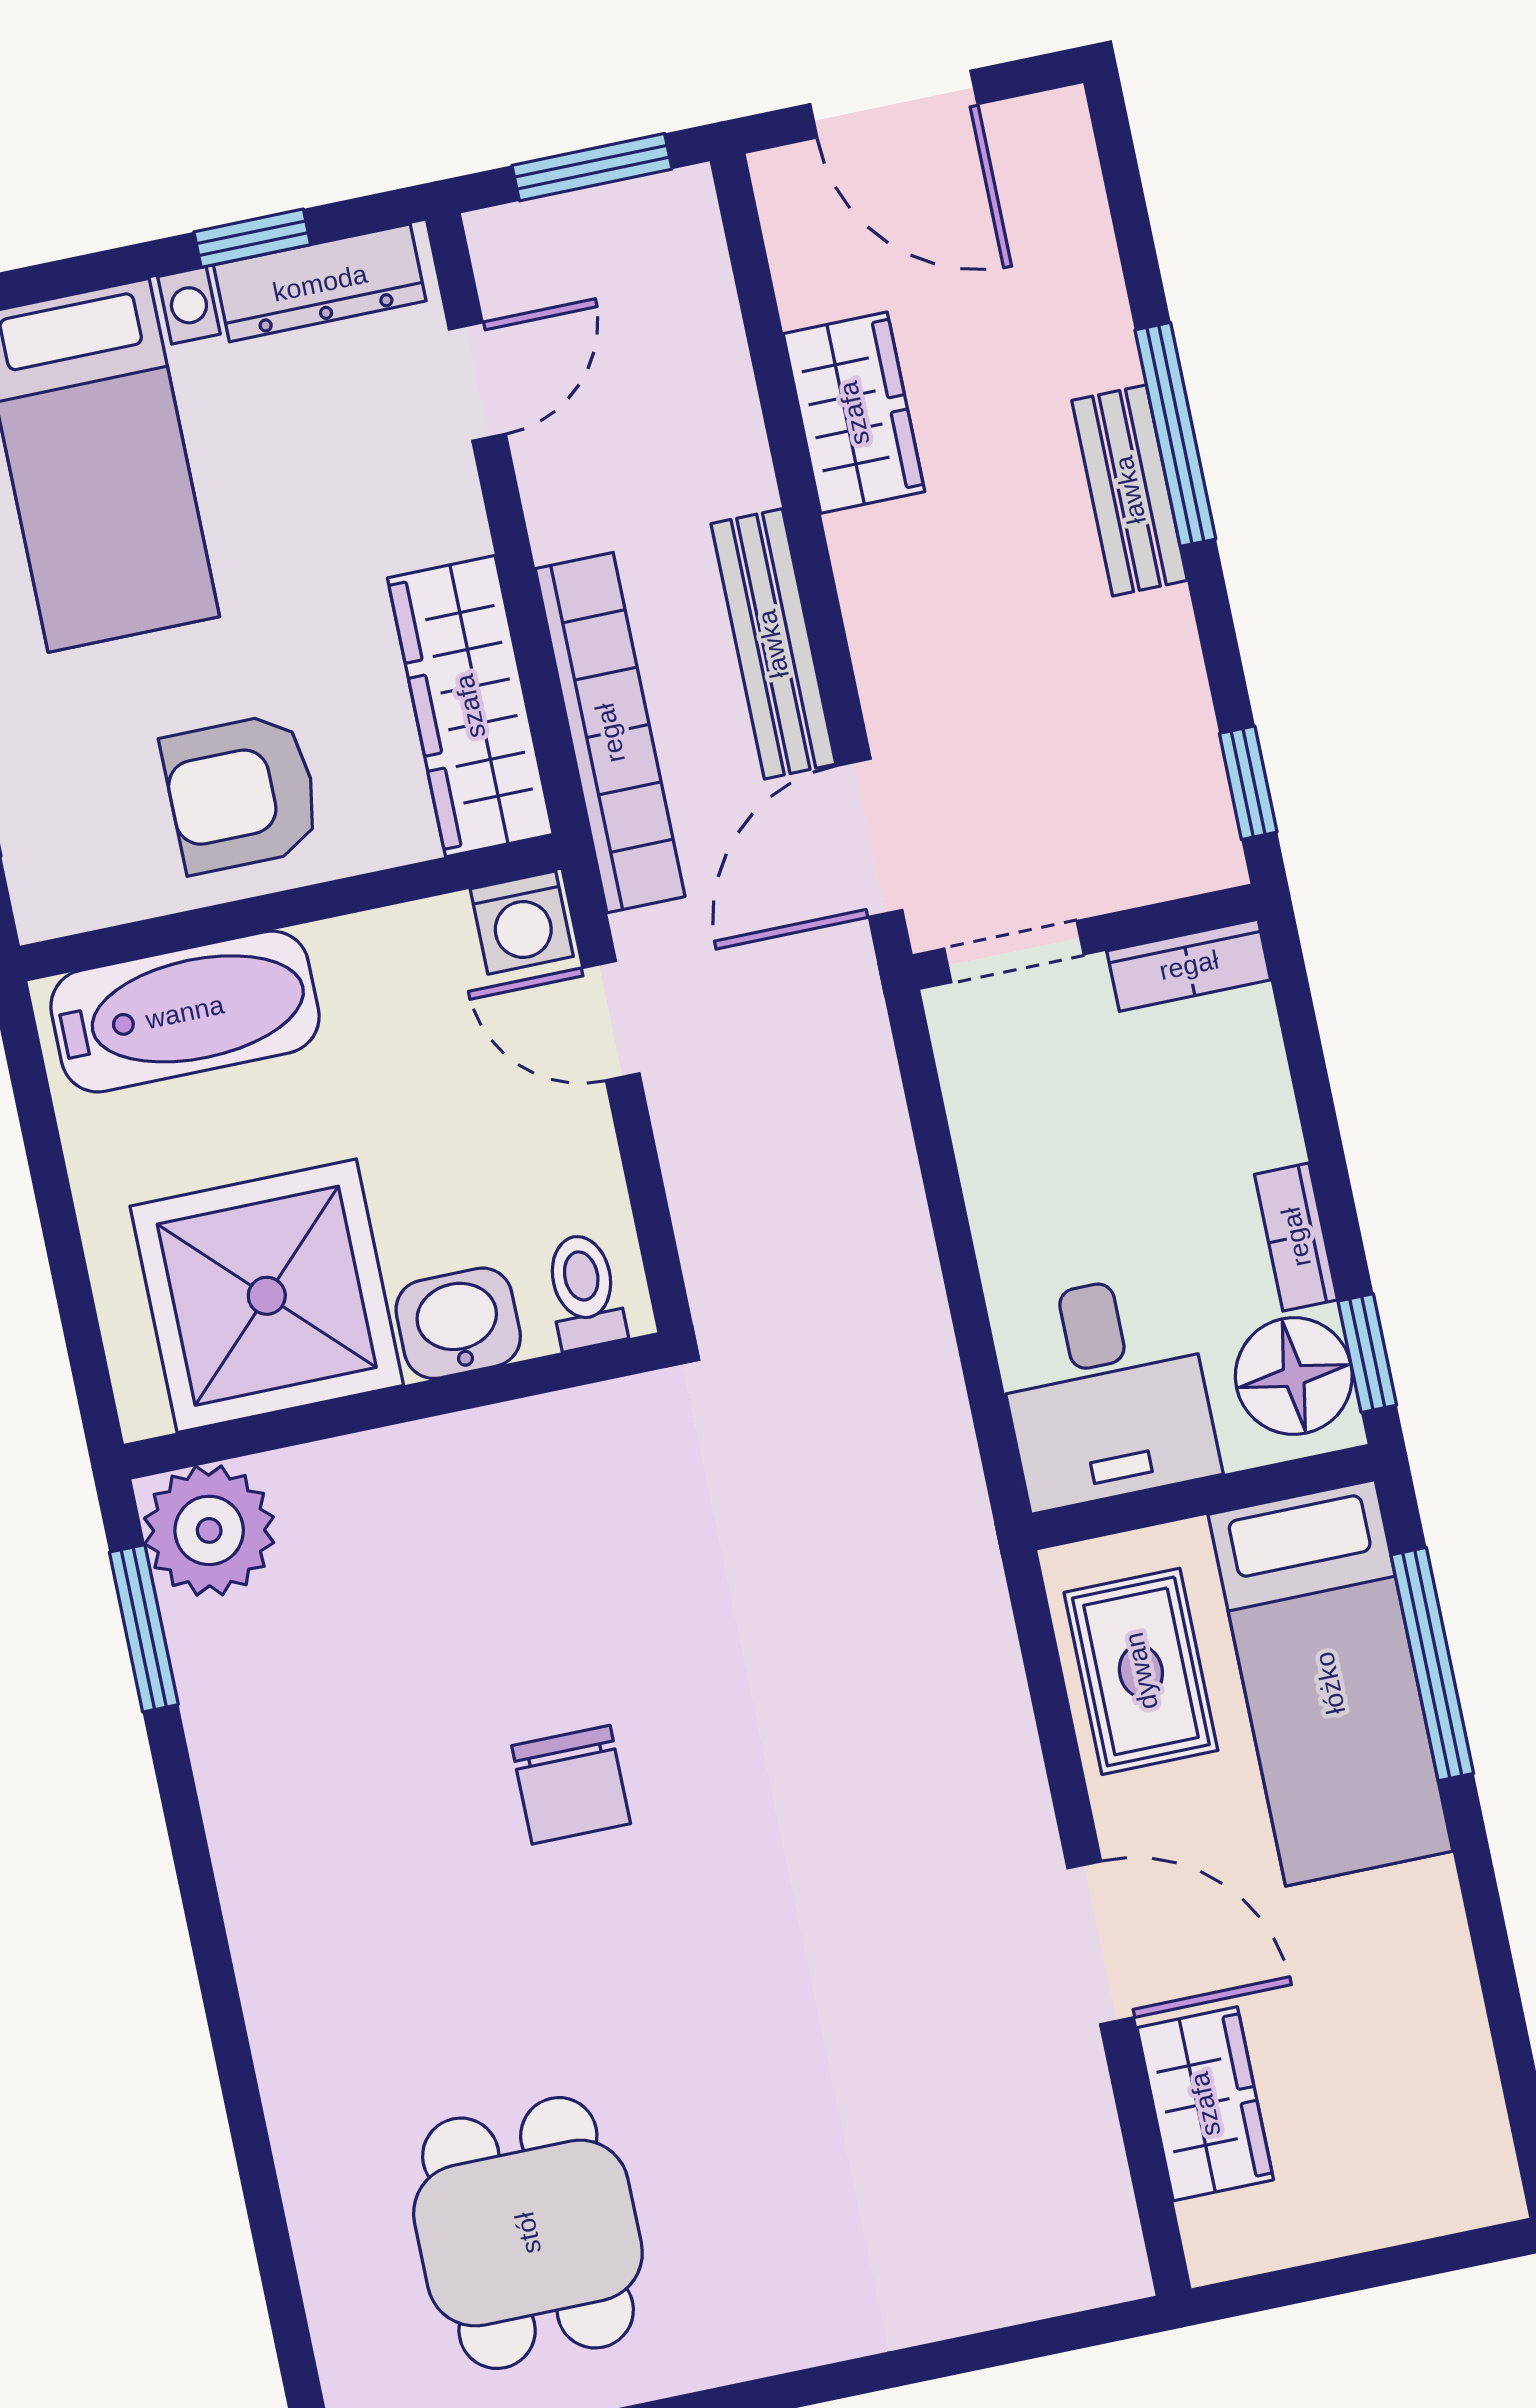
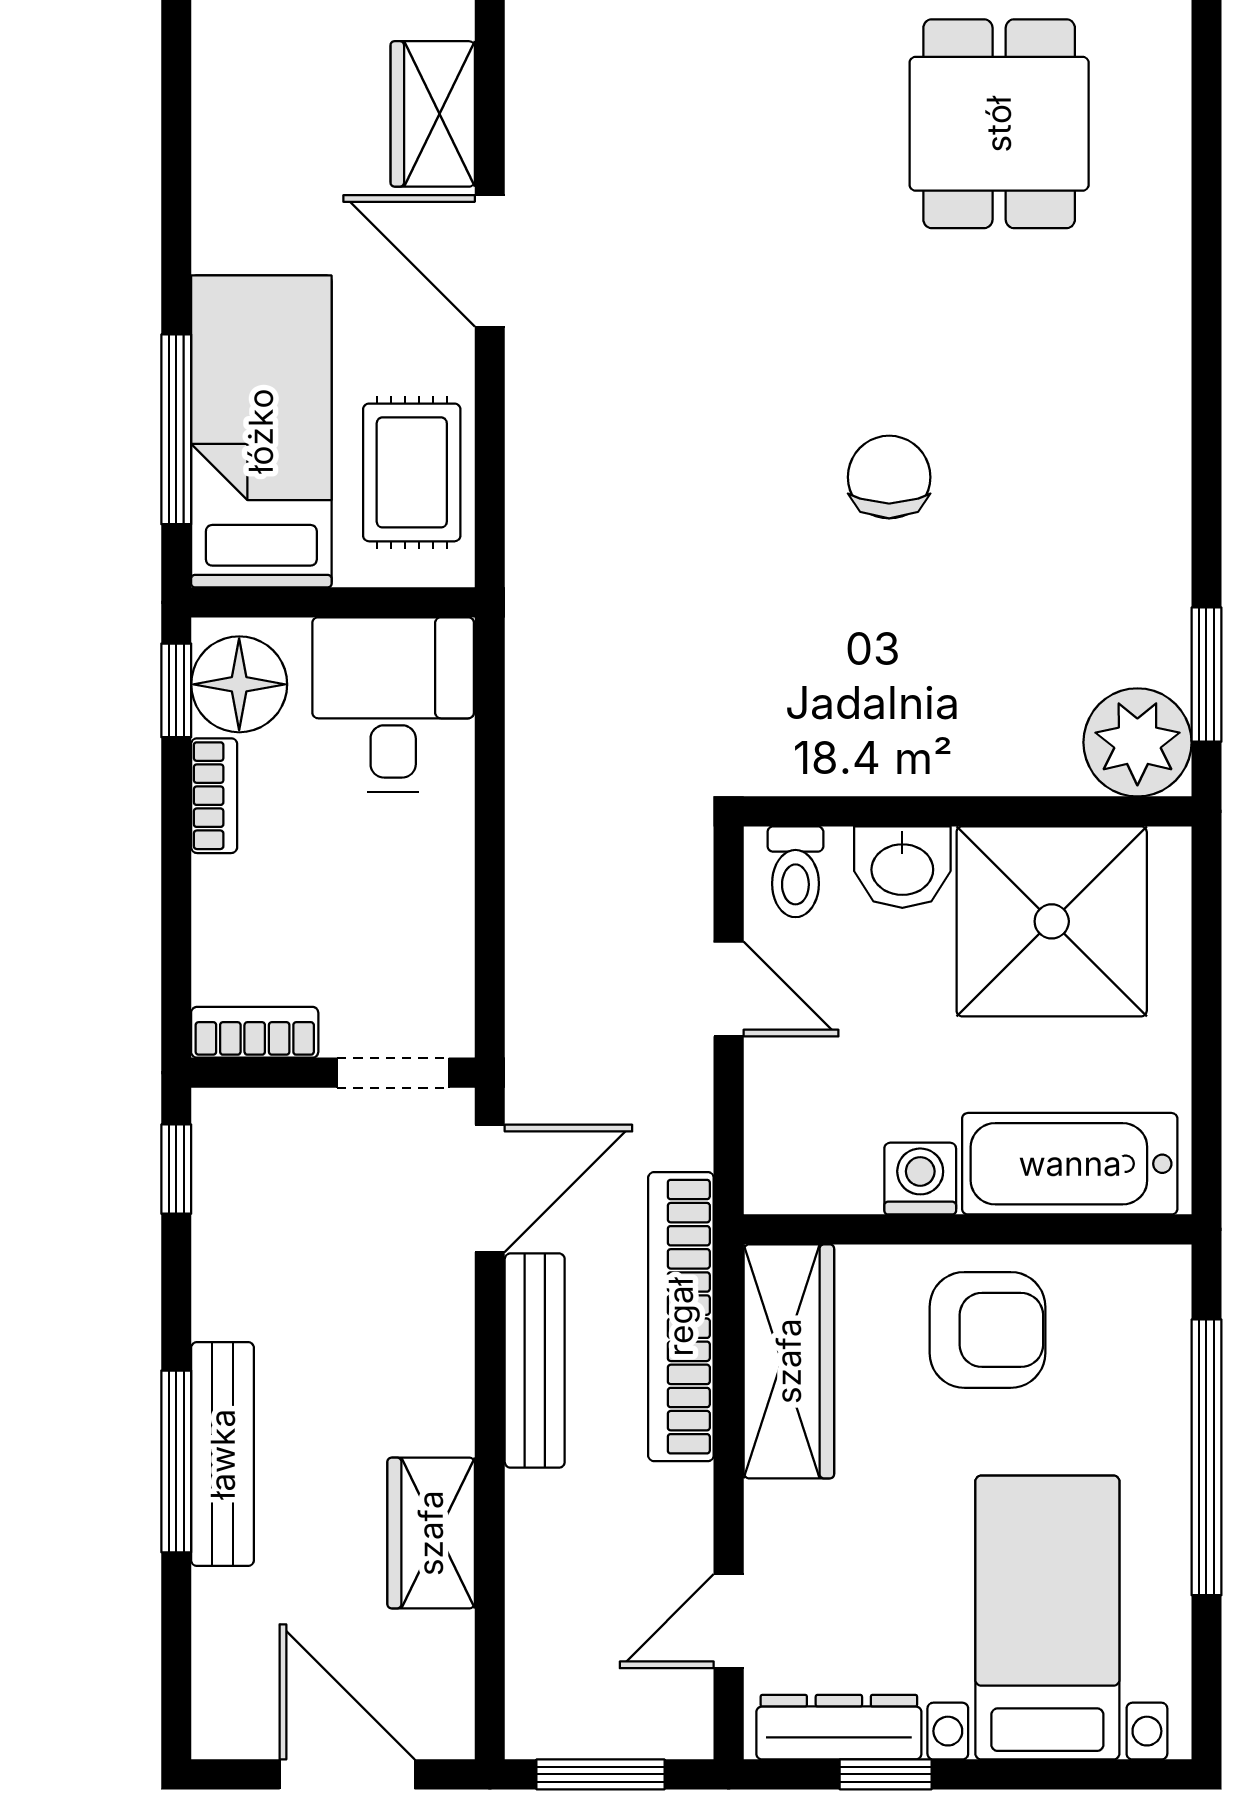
bench: (1130, 490) -> (223, 1454), width x1.36
washing machine: (522, 923) -> (920, 1179), moved
door: (611, 1021) -> (729, 989), moved

